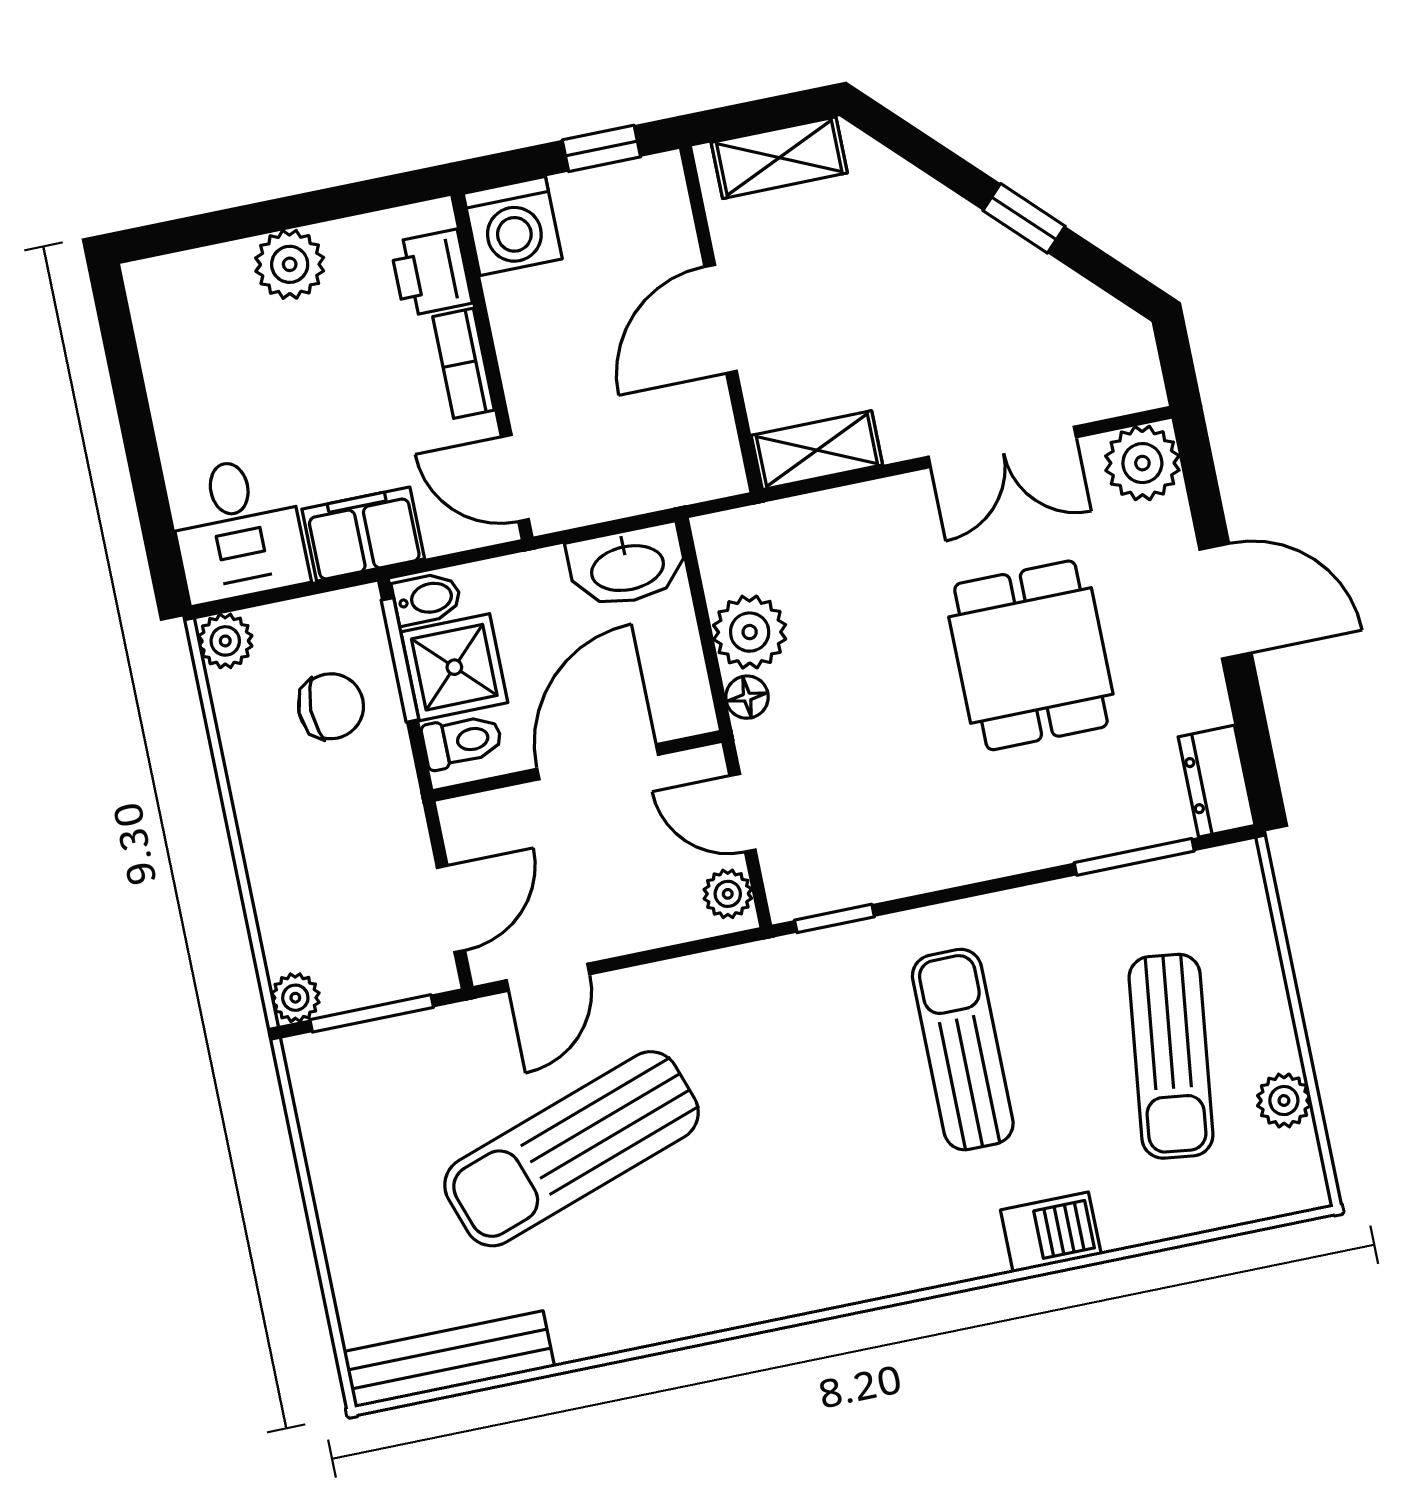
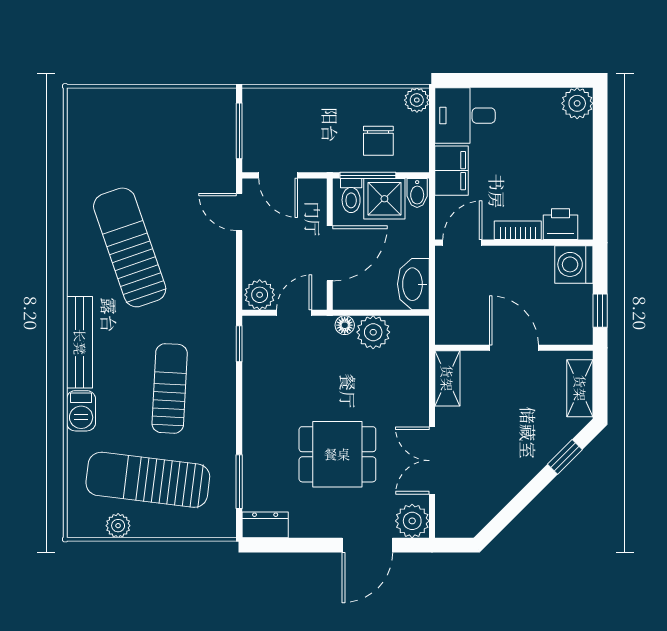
window: (1024, 218) -> (565, 457), moved
plant: (290, 264) -> (577, 103), moved
door: (1226, 601) -> (367, 545), moved
window: (400, 660) -> (368, 175), moved
door: (598, 762) -> (330, 253), hinge flipped
plant: (728, 894) -> (260, 295), width x1.38, depth x1.38
plant: (295, 998) -> (253, 99), removed
sun lounger: (963, 1050) -> (170, 388), turned -87
sun lounger: (1171, 1056) -> (148, 480), width x1.36, depth x1.34
sun lounger: (572, 1149) -> (130, 247), moved
bench: (449, 1359) -> (80, 342), moved

